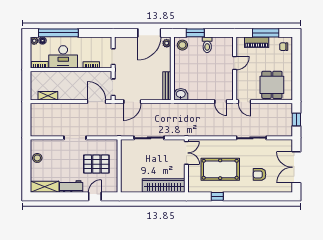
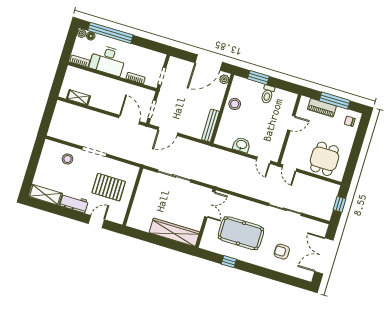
stool: (182, 45) -> (235, 104), moved
washbasin: (181, 94) -> (242, 145), moved
stool: (37, 158) -> (67, 159), moved

